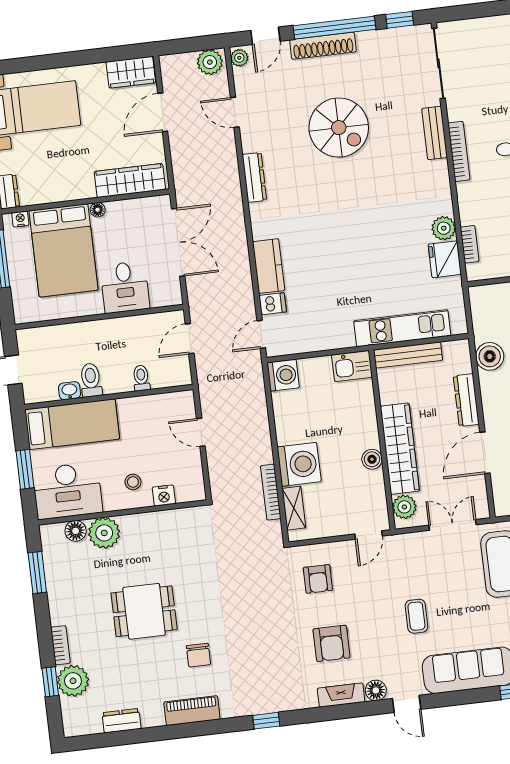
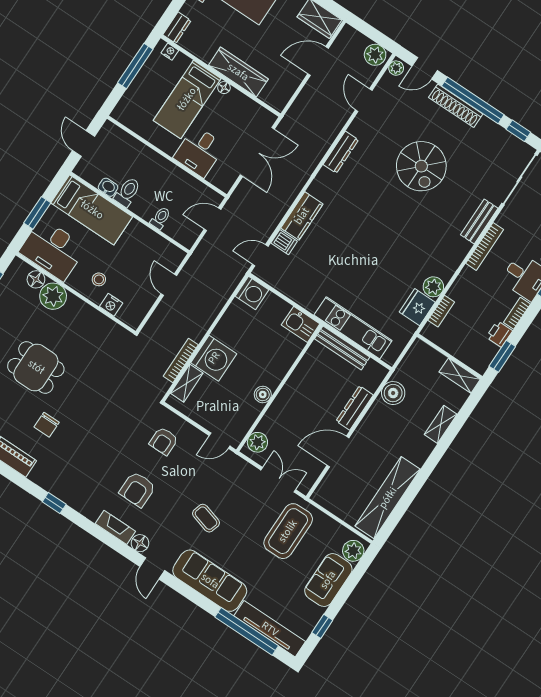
wardrobe: (130, 181) -> (238, 72), moved
bed: (64, 250) -> (187, 99), width x0.67
wardrobe: (400, 449) -> (286, 403), removed
coffee table: (416, 616) -> (206, 518), turned -74

